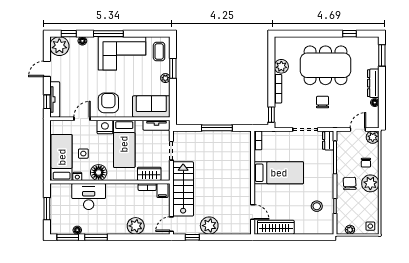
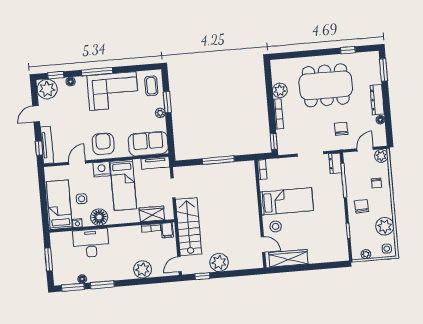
chair: (323, 102) -> (341, 129), moved
plant: (370, 183) -> (385, 226), moved
stool: (317, 206) -> (276, 226), moved

